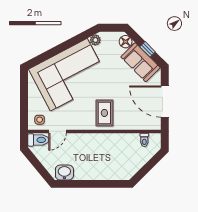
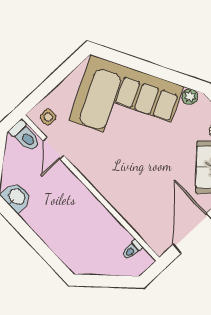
rug: (104, 113) -> (121, 180), removed
door: (57, 131) -> (53, 148), hinge flipped

